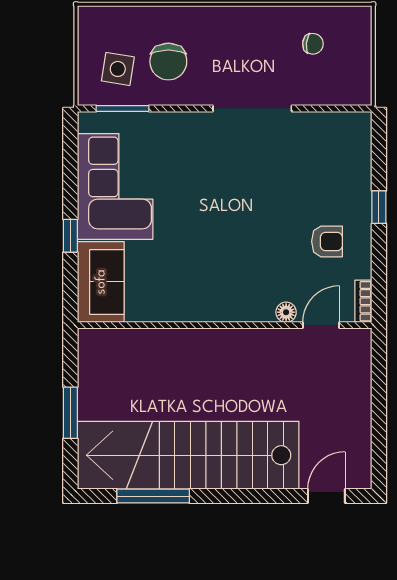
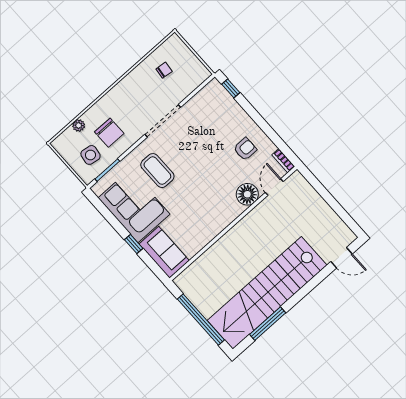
plant: (137, 17) -> (79, 125), added
coffee table: (187, 167) -> (157, 171), added
window: (379, 207) -> (231, 88), moved
floor lamp: (286, 312) -> (247, 194), width x1.89, depth x1.89
window: (70, 413) -> (201, 319), width x2.11
door: (326, 496) -> (342, 258), swing flipped

